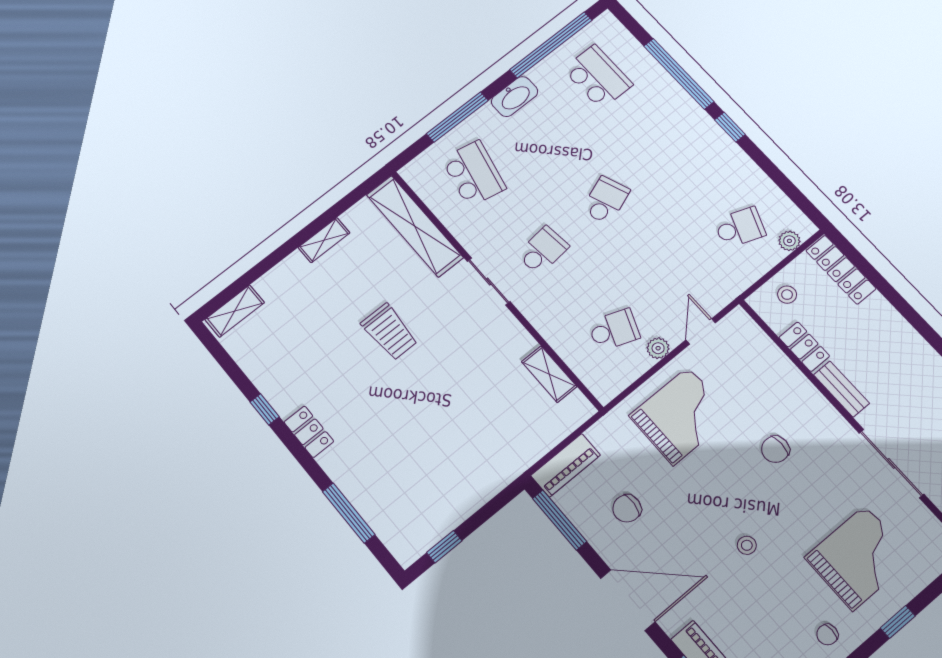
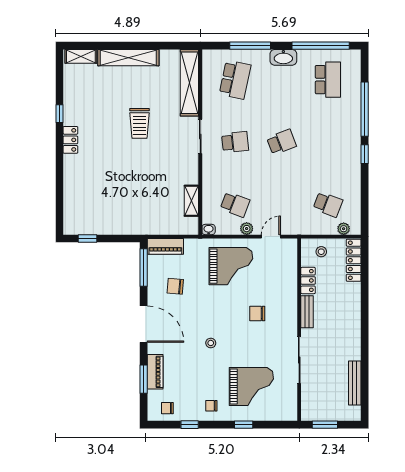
shelving: (324, 240) -> (128, 58), width x2.20, depth x1.33
washbasin: (606, 393) -> (209, 230), added
window: (349, 513) -> (59, 190), removed

